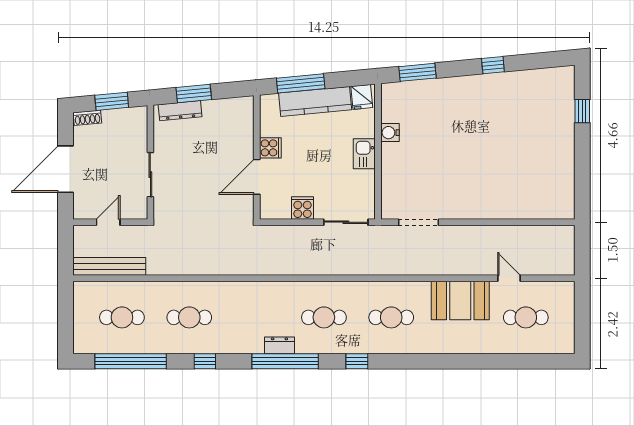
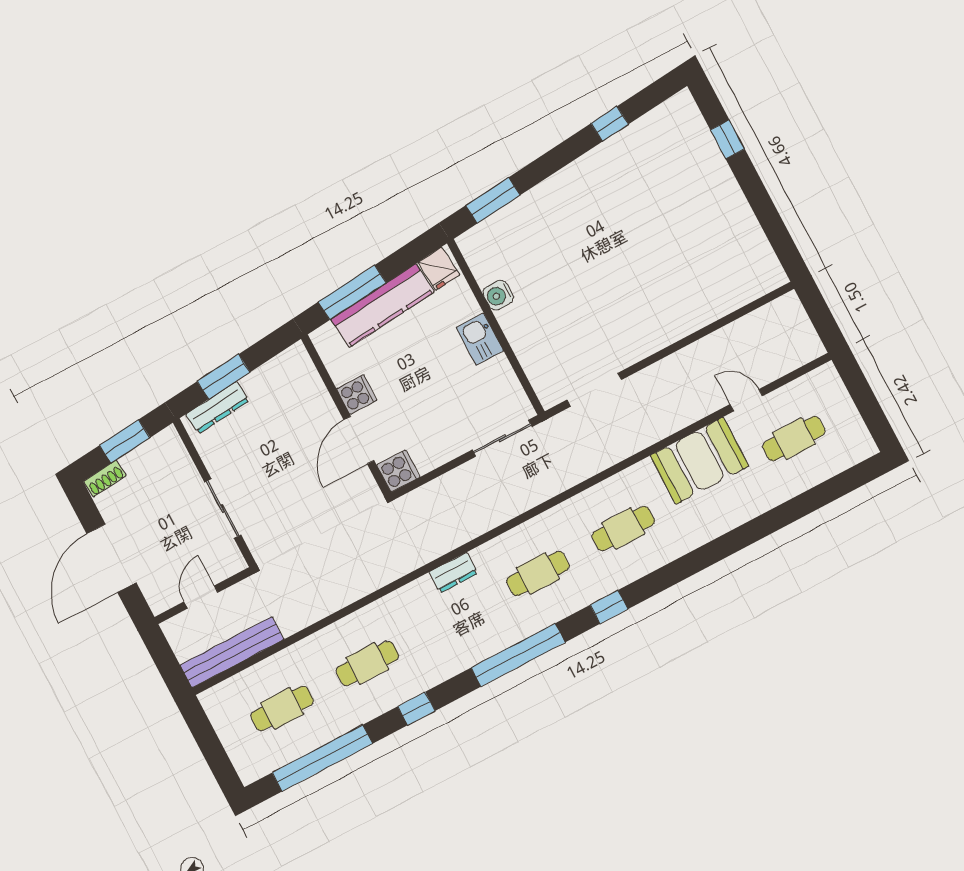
window: (493, 65) -> (610, 124), moved
cooker: (303, 208) -> (398, 471), moved, turned 90
dresser: (279, 345) -> (453, 573), moved, turned 180

